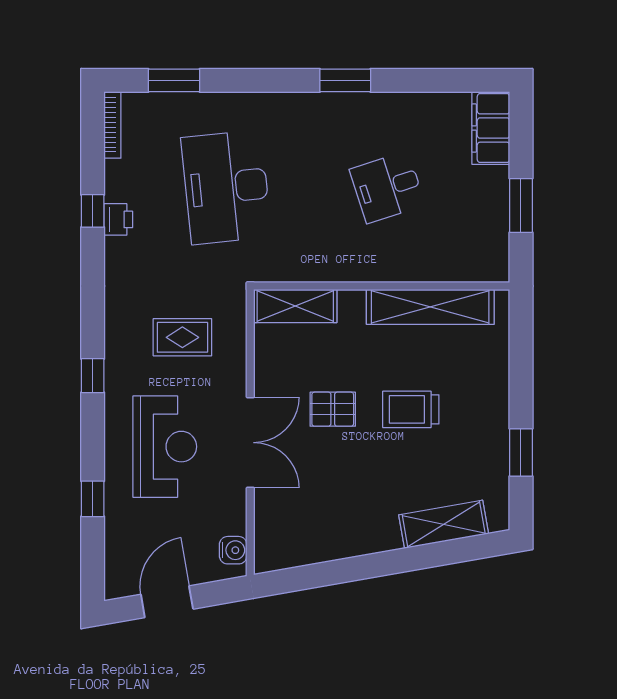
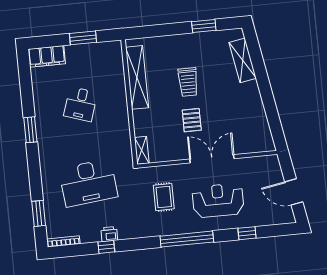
desk: (387, 187) -> (81, 104), turned 36
shelving: (295, 306) -> (142, 150), width x0.67, depth x0.75
window: (93, 376) -> (187, 239), width x3.17
water cooler: (233, 550) -> (265, 162), removed

